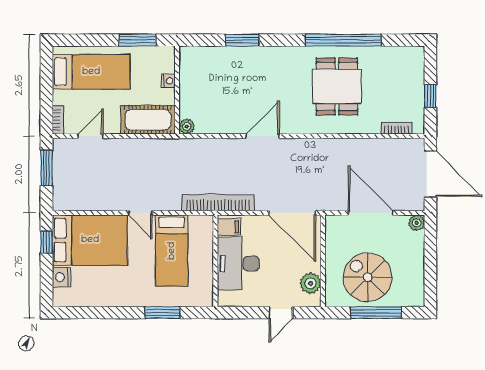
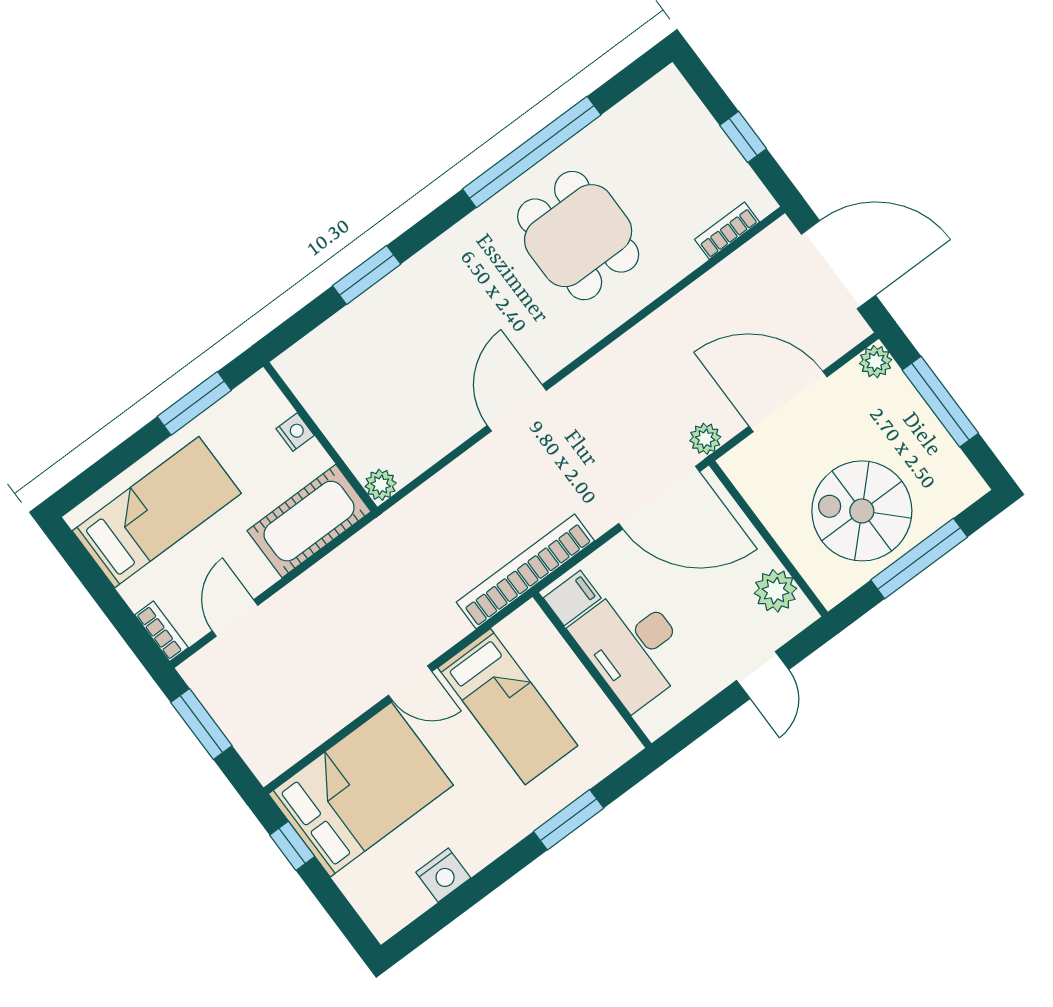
plant: (327, 203) -> (705, 439), added
window: (430, 257) -> (940, 402), added
nightstand: (61, 277) -> (443, 875), moved, turned -90

